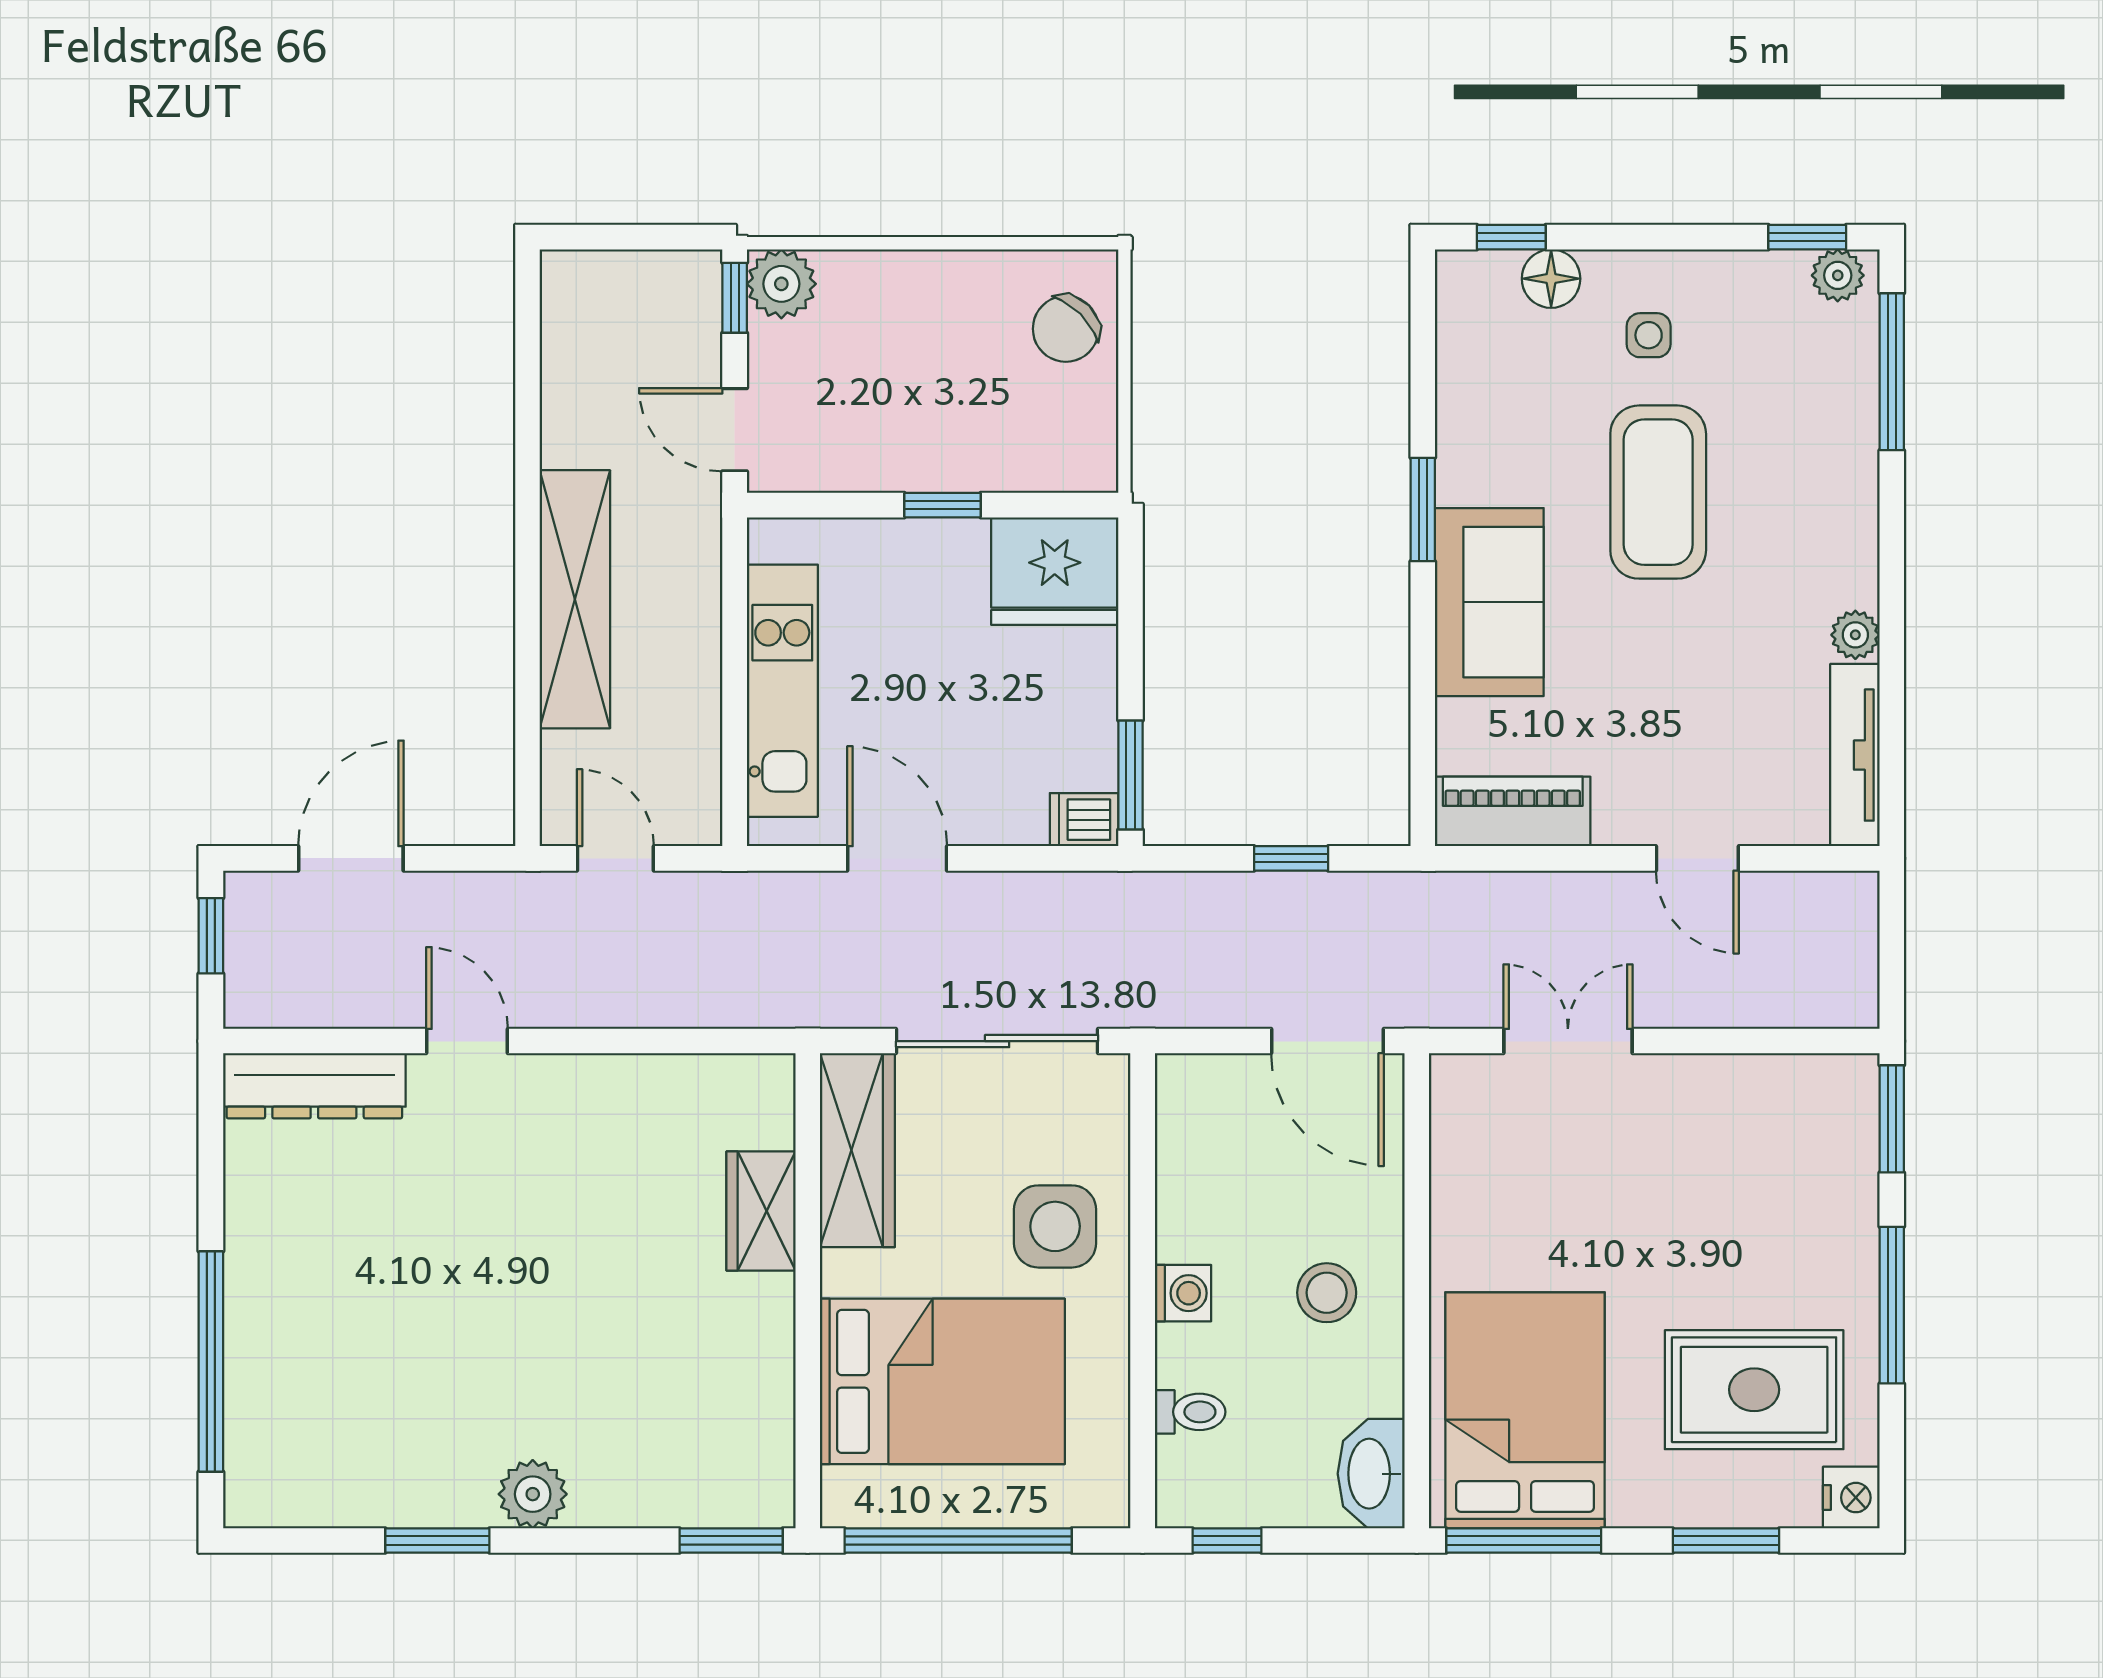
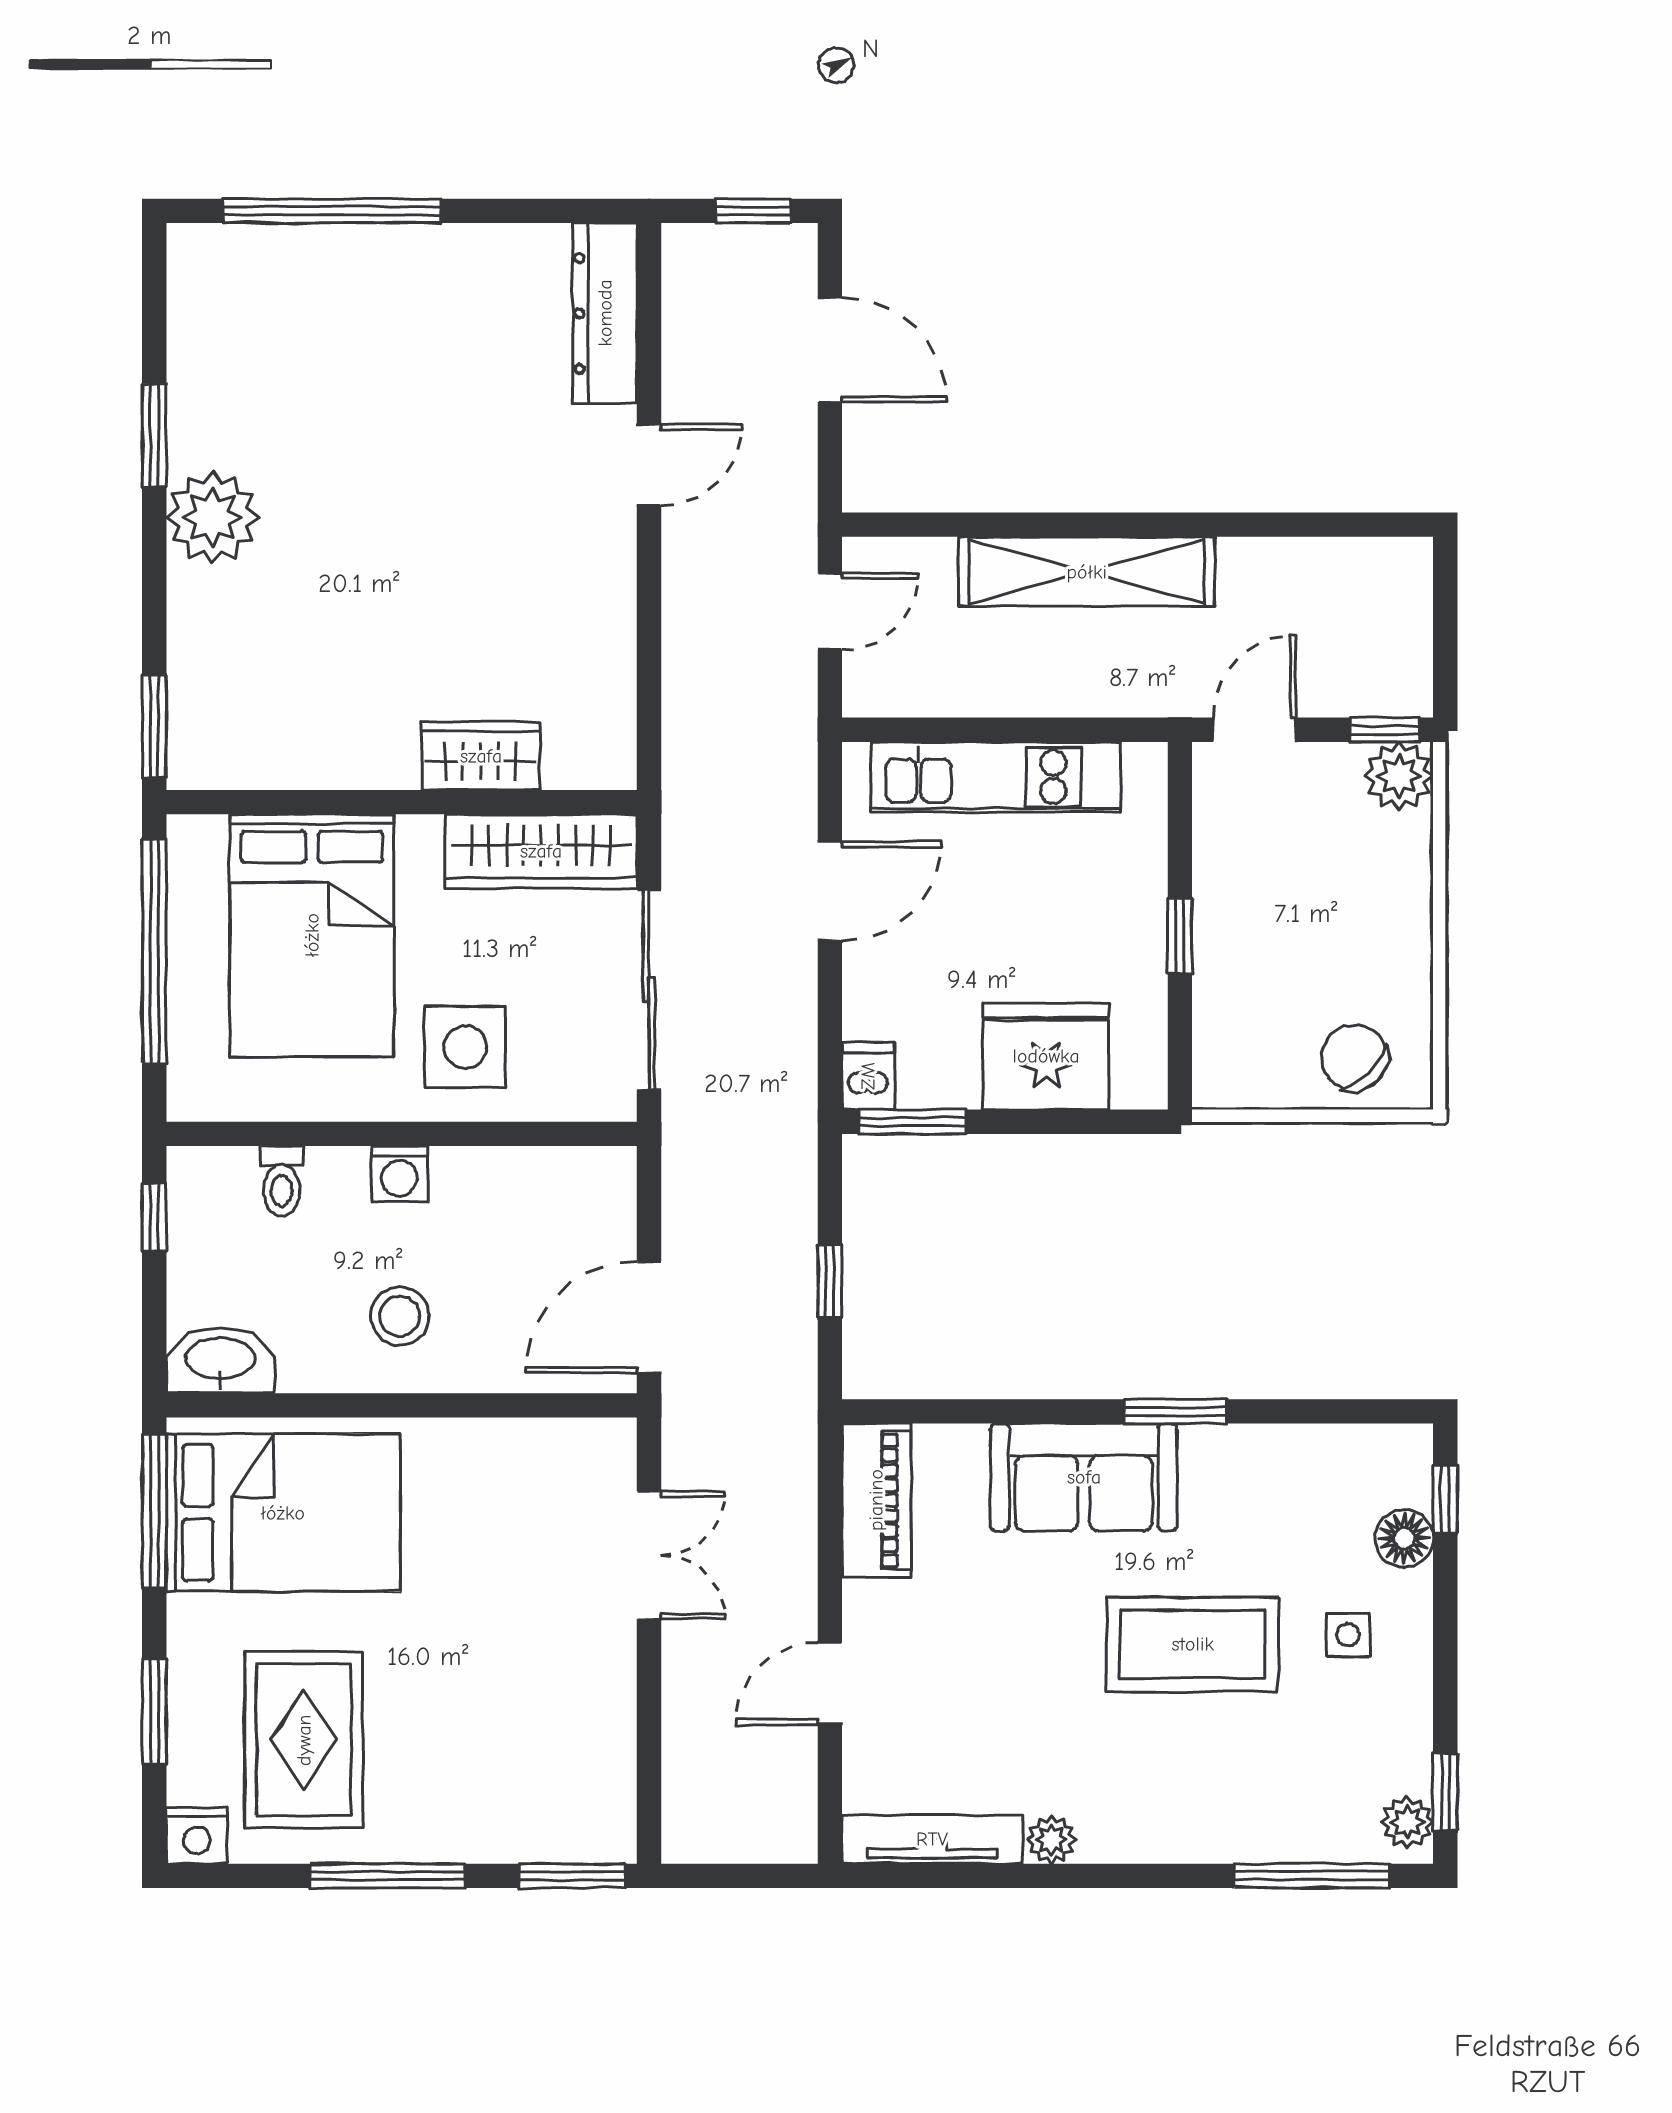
fridge: (1055, 571) -> (1046, 1056), moved, turned 90
plant: (533, 1494) -> (213, 517), width x1.36, depth x1.36

